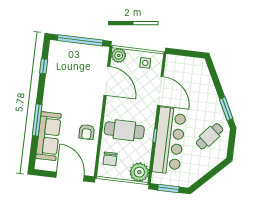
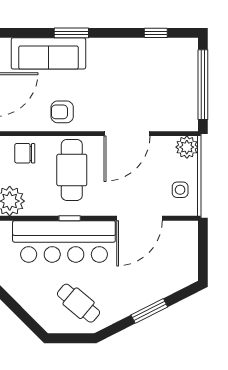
door: (107, 81) -> (127, 134), moved
window: (226, 109) -> (149, 311), moved
window: (37, 120) -> (71, 33), width x0.69

